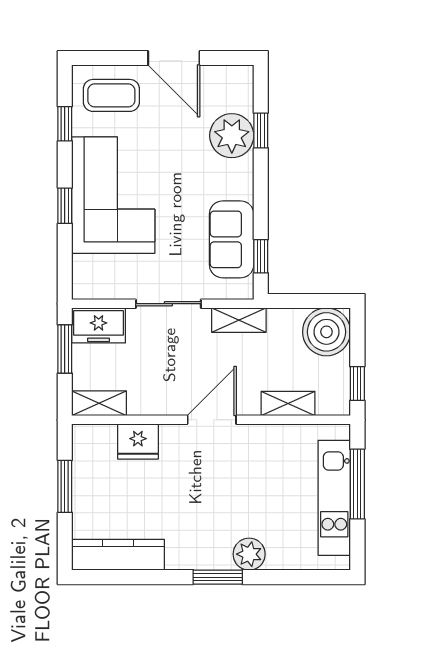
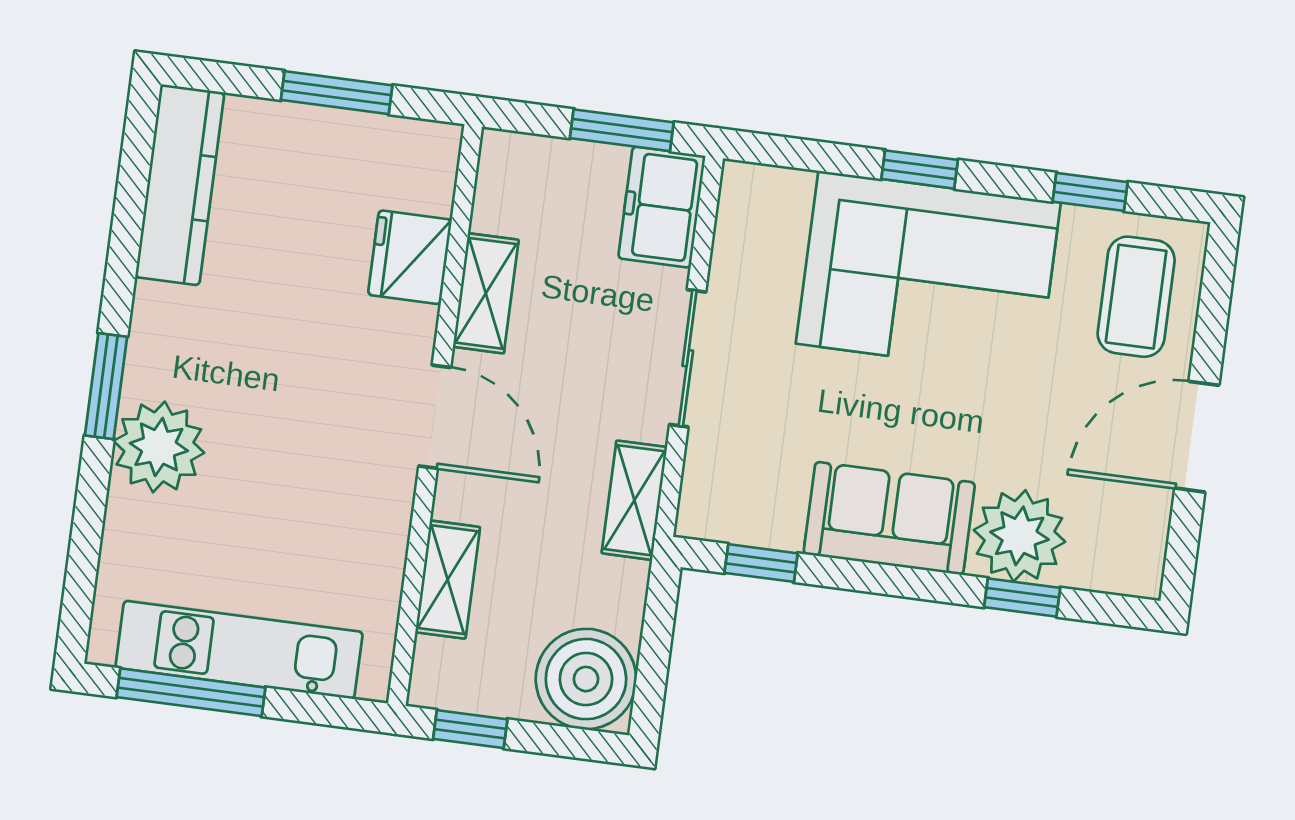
sofa: (232, 239) -> (889, 518), moved
shelving: (99, 403) -> (486, 293), moved
window: (357, 484) -> (191, 692), moved
plant: (249, 554) -> (159, 447), width x1.36, depth x1.36

